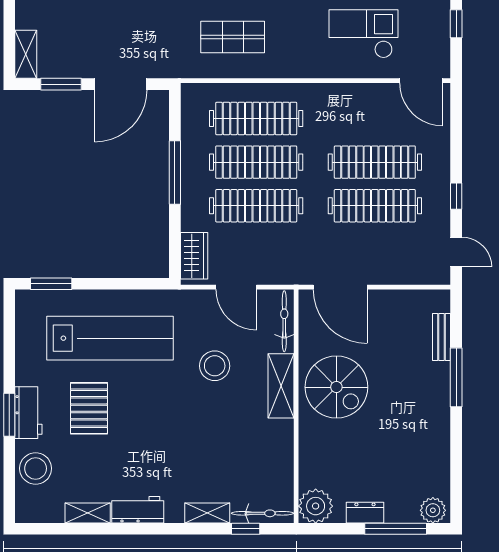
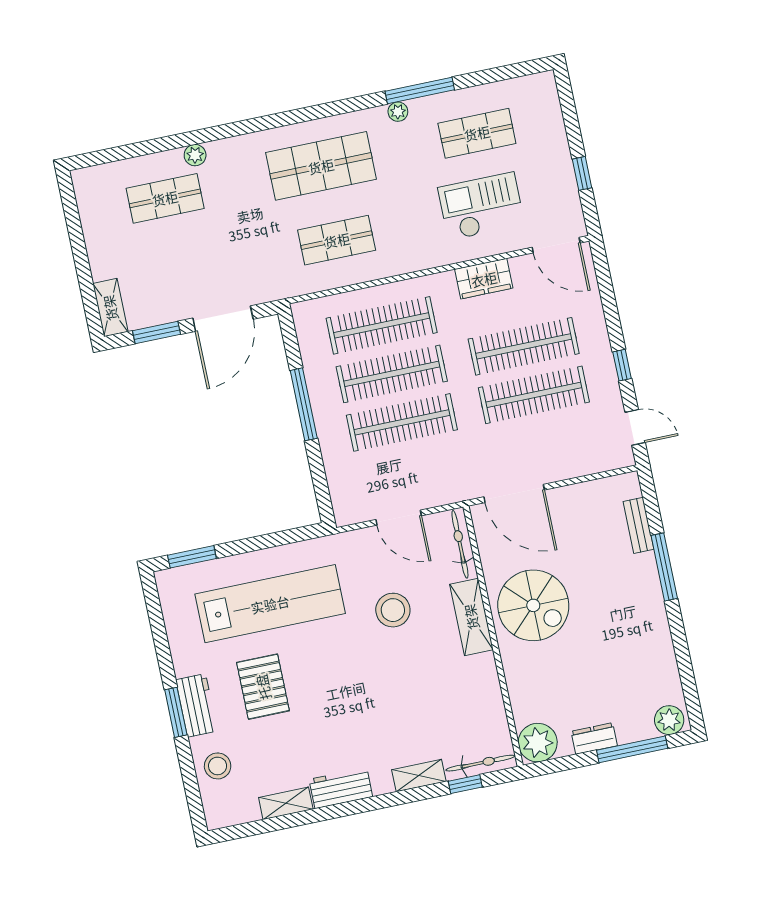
wardrobe: (194, 256) -> (484, 279), moved, turned 90
stool: (36, 468) -> (218, 766), width x0.73, depth x0.73

